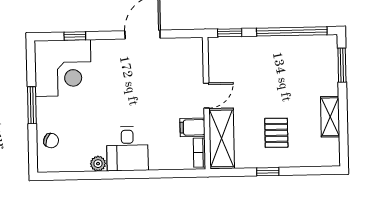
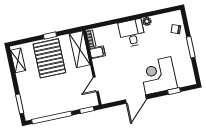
corner desk: (63, 68) -> (158, 76), moved
door: (206, 96) -> (96, 84), moved
shelving: (330, 117) -> (18, 60), moved
pallet: (276, 133) -> (49, 58), width x2.05, depth x2.00

